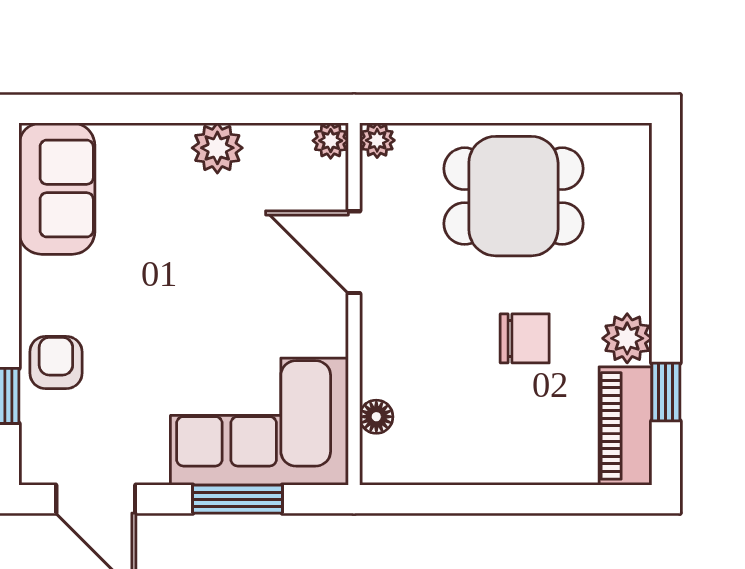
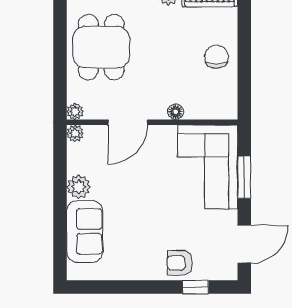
sofa: (57, 189) -> (85, 231), moved, turned 90
chair: (525, 338) -> (216, 57), moved
floor lamp: (376, 417) -> (176, 112), moved

